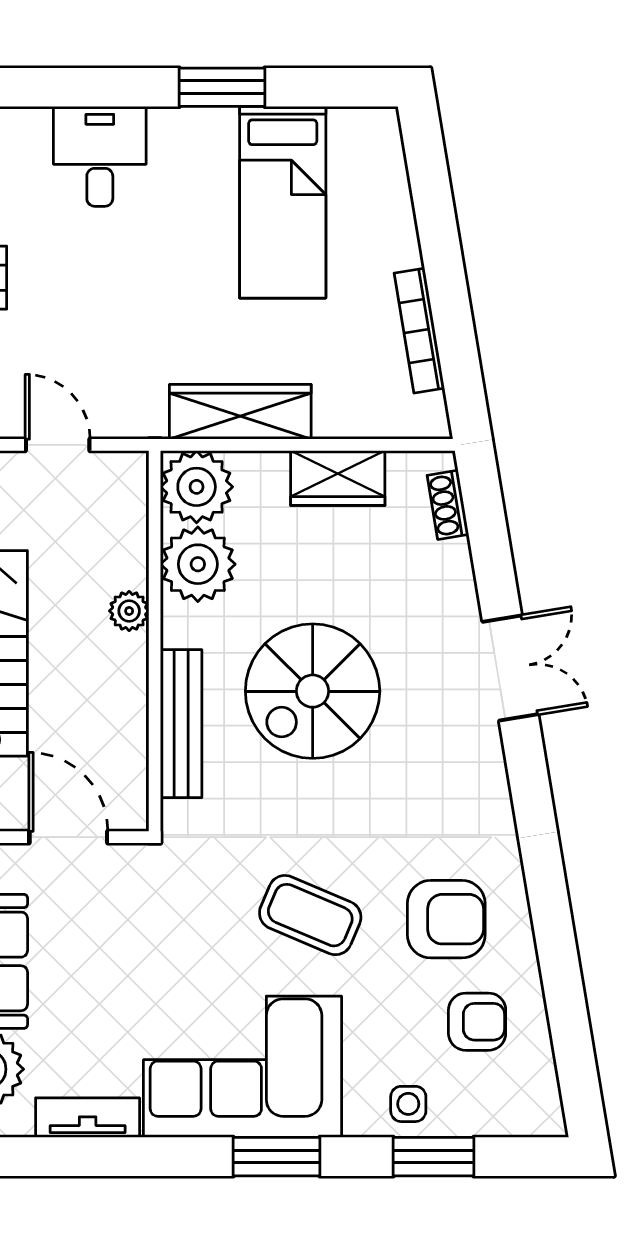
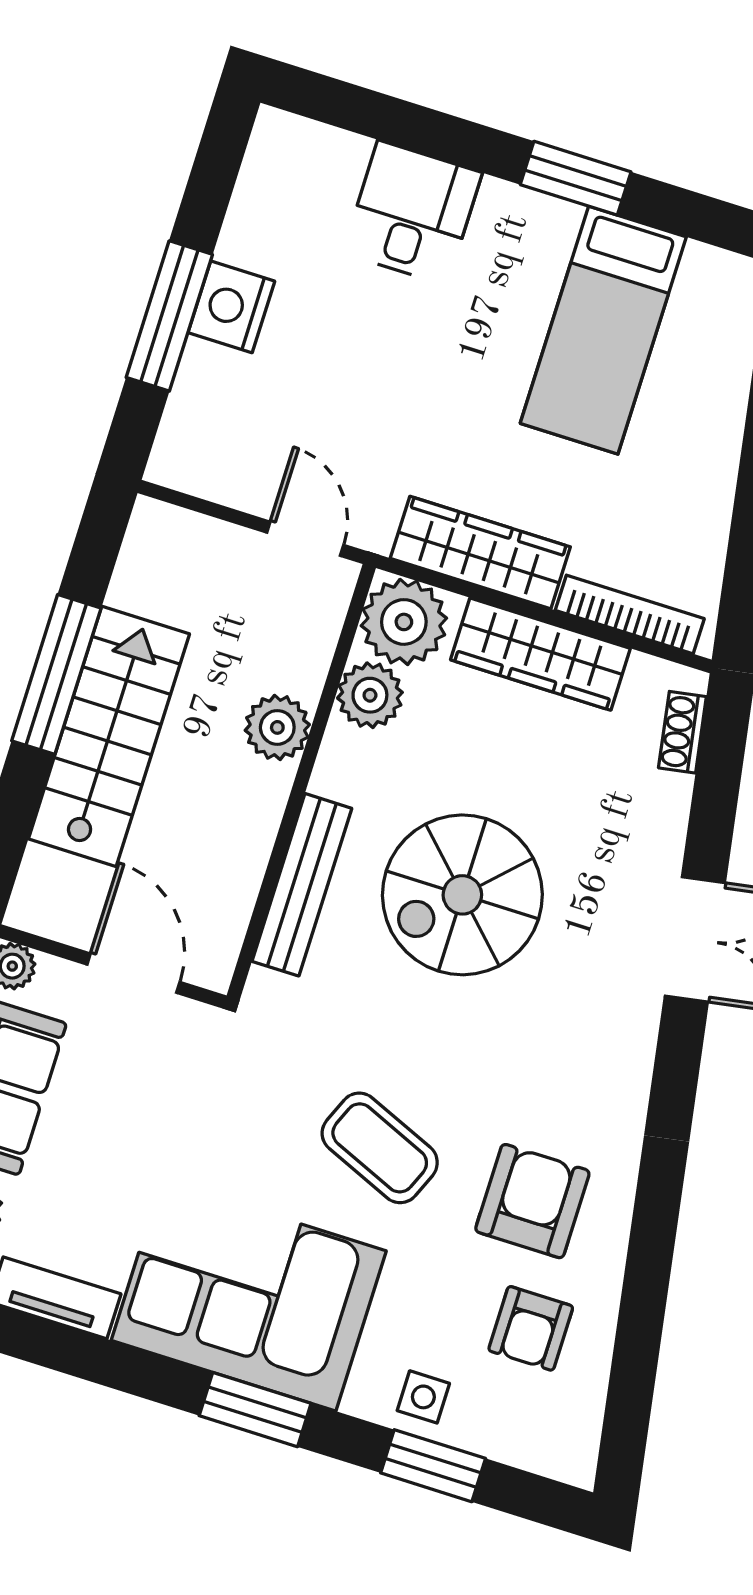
bookcase: (419, 331) -> (630, 614), moved, turned 99
door: (58, 445) -> (305, 539), moved
wardrobe: (338, 478) -> (540, 654), width x1.50
plant: (198, 564) -> (370, 695), width x0.73, depth x0.73
plant: (129, 611) -> (277, 727), width x1.38, depth x1.38
armchair: (446, 919) -> (532, 1201), turned -90
armchair: (477, 1022) -> (531, 1328), turned 90

